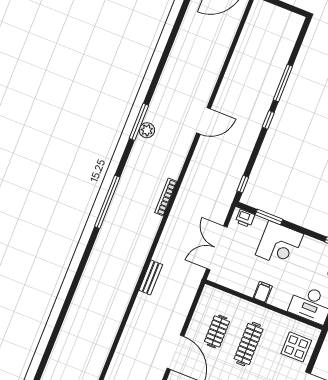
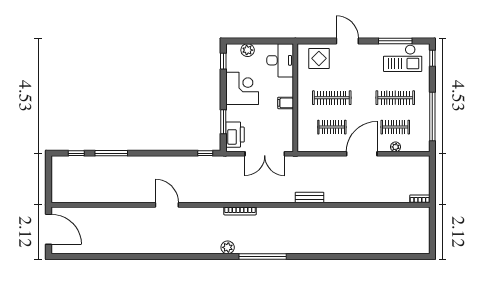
window: (268, 120) -> (76, 153), moved
window: (139, 122) -> (188, 257), removed
plant: (147, 130) -> (228, 247), moved
printer: (245, 218) -> (235, 135), width x1.87, depth x1.48
corner desk: (279, 244) -> (242, 88), moved

